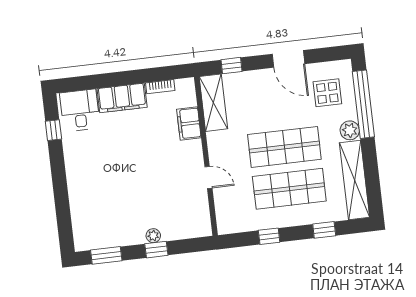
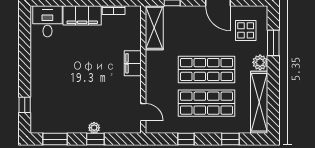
window: (363, 104) -> (273, 43), width x0.47
filing cabinet: (189, 123) -> (133, 63), moved
window: (53, 130) -> (25, 105), moved
door: (208, 177) -> (143, 112), moved

